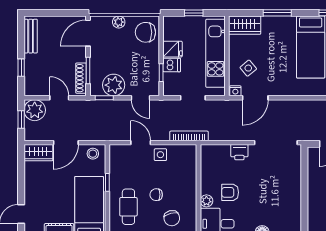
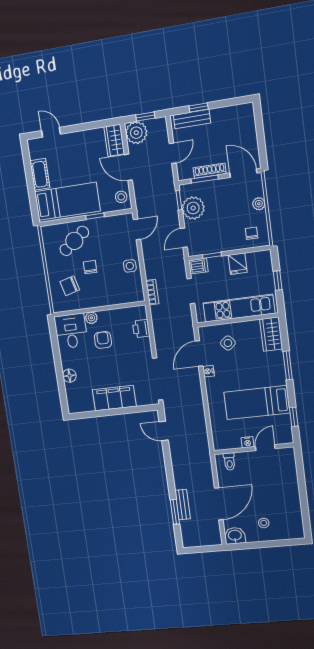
chair: (145, 32) -> (252, 233), width x0.54, depth x0.54
bench: (31, 36) -> (192, 119), moved
dishwasher: (172, 65) -> (198, 266), moved, turned -90
shoe rack: (81, 78) -> (210, 171), moved
nightstand: (235, 91) -> (208, 371), moved
door: (255, 98) -> (199, 354), hinge flipped
plant: (35, 110) -> (136, 133), moved
bookcase: (189, 136) -> (152, 292), width x0.64
door: (141, 143) -> (137, 229), moved
printer: (239, 152) -> (141, 329), moved
filing cabinet: (290, 189) -> (114, 398), added
cafe table: (128, 207) -> (74, 241), turned -37

